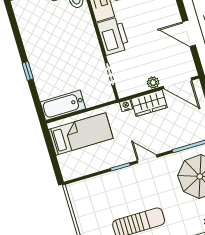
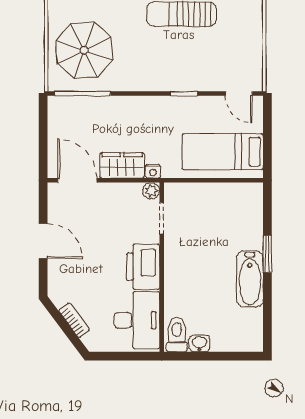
window: (28, 71) -> (267, 254), width x1.50
plant: (153, 82) -> (151, 191), moved
bathtub: (63, 105) -> (250, 279), moved, turned 90
door: (147, 159) -> (239, 94), moved

